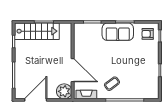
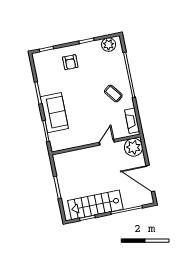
stairs: (37, 31) -> (95, 205), moved, turned -90
sofa: (118, 32) -> (54, 113), moved
armchair: (148, 34) -> (70, 62), moved
door: (73, 70) -> (107, 142), width x0.53
plant: (153, 88) -> (109, 45), added

